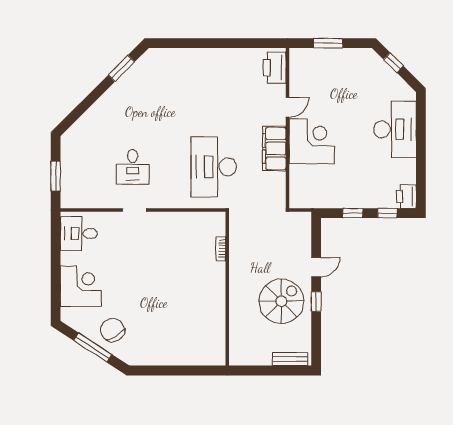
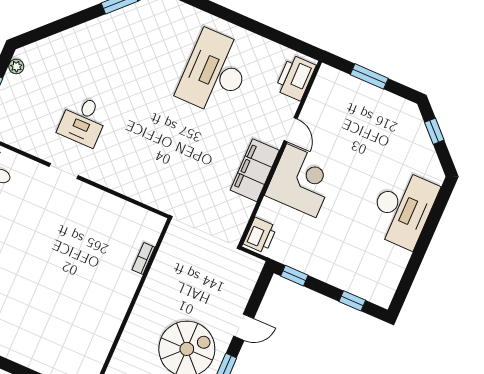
door: (288, 107) -> (291, 130), hinge flipped
plant: (66, 148) -> (16, 66), added
desk: (214, 167) -> (215, 72), moved
printer: (406, 197) -> (260, 235), moved, turned 180
window: (353, 213) -> (294, 276), moved

